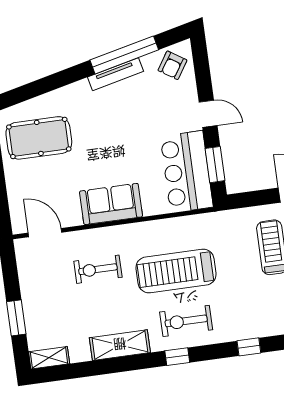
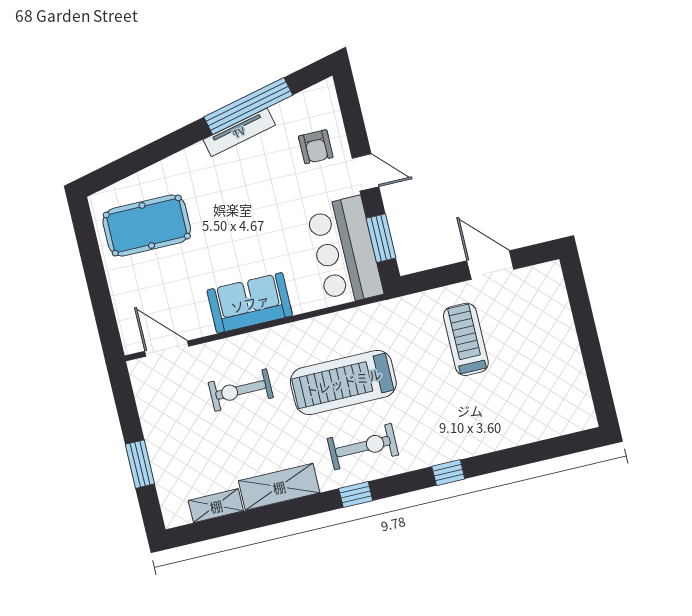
armchair: (172, 65) -> (316, 147), moved, turned -33
exercise bike: (186, 321) -> (363, 447), turned 180
shelving: (49, 358) -> (216, 506), moved

